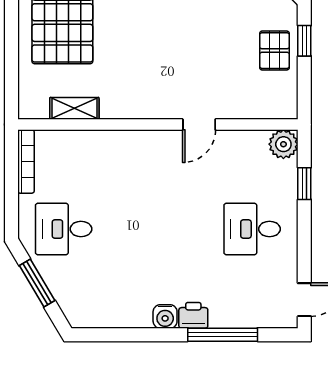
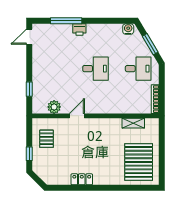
pallet: (274, 51) -> (47, 139), moved
plant: (283, 144) -> (54, 107), moved
desk: (252, 229) -> (95, 69), moved
water cooler: (165, 316) -> (128, 29), moved

